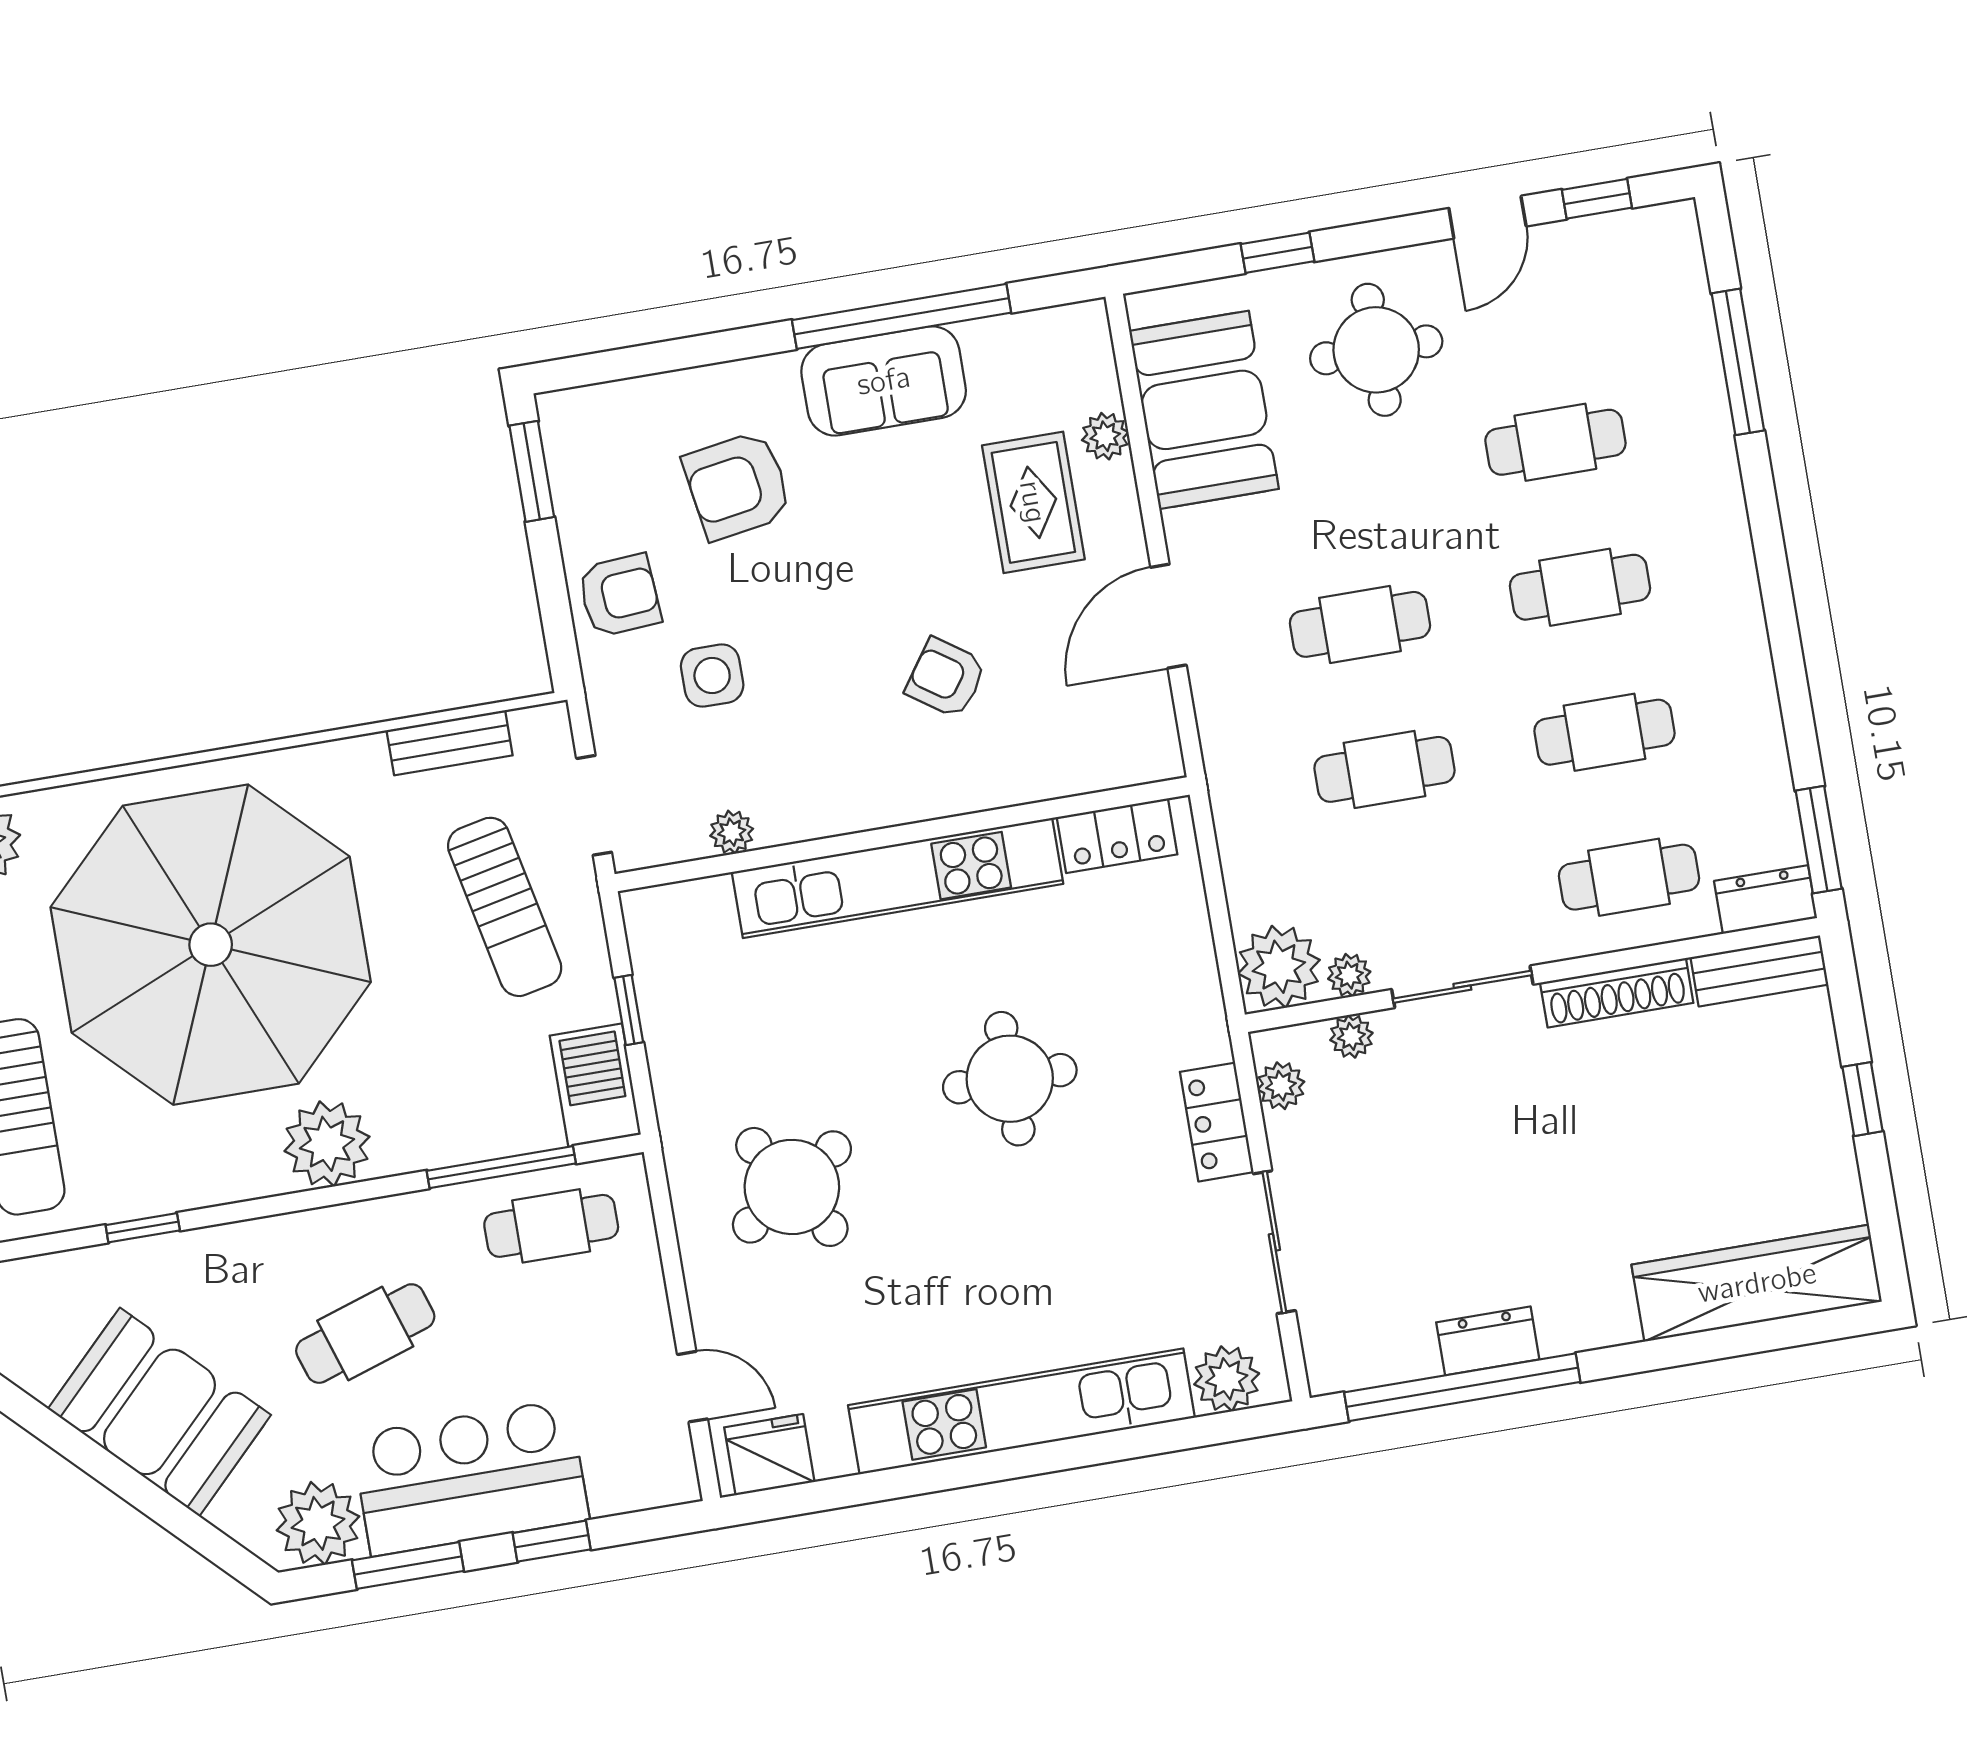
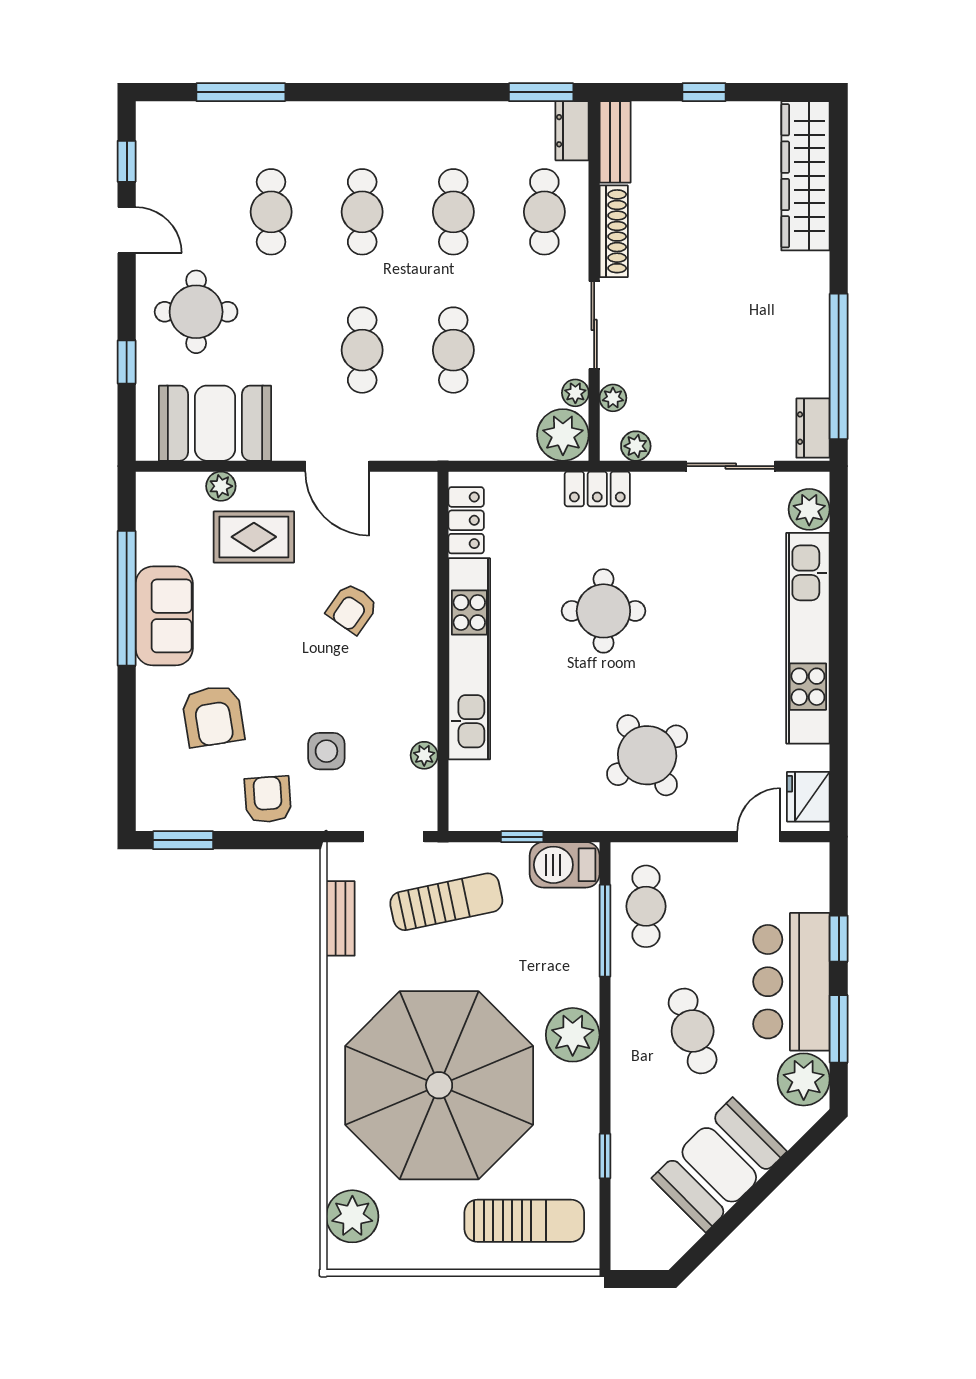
locker: (1217, 1122) -> (597, 489), moved
dresser: (1488, 1341) -> (813, 428), moved

